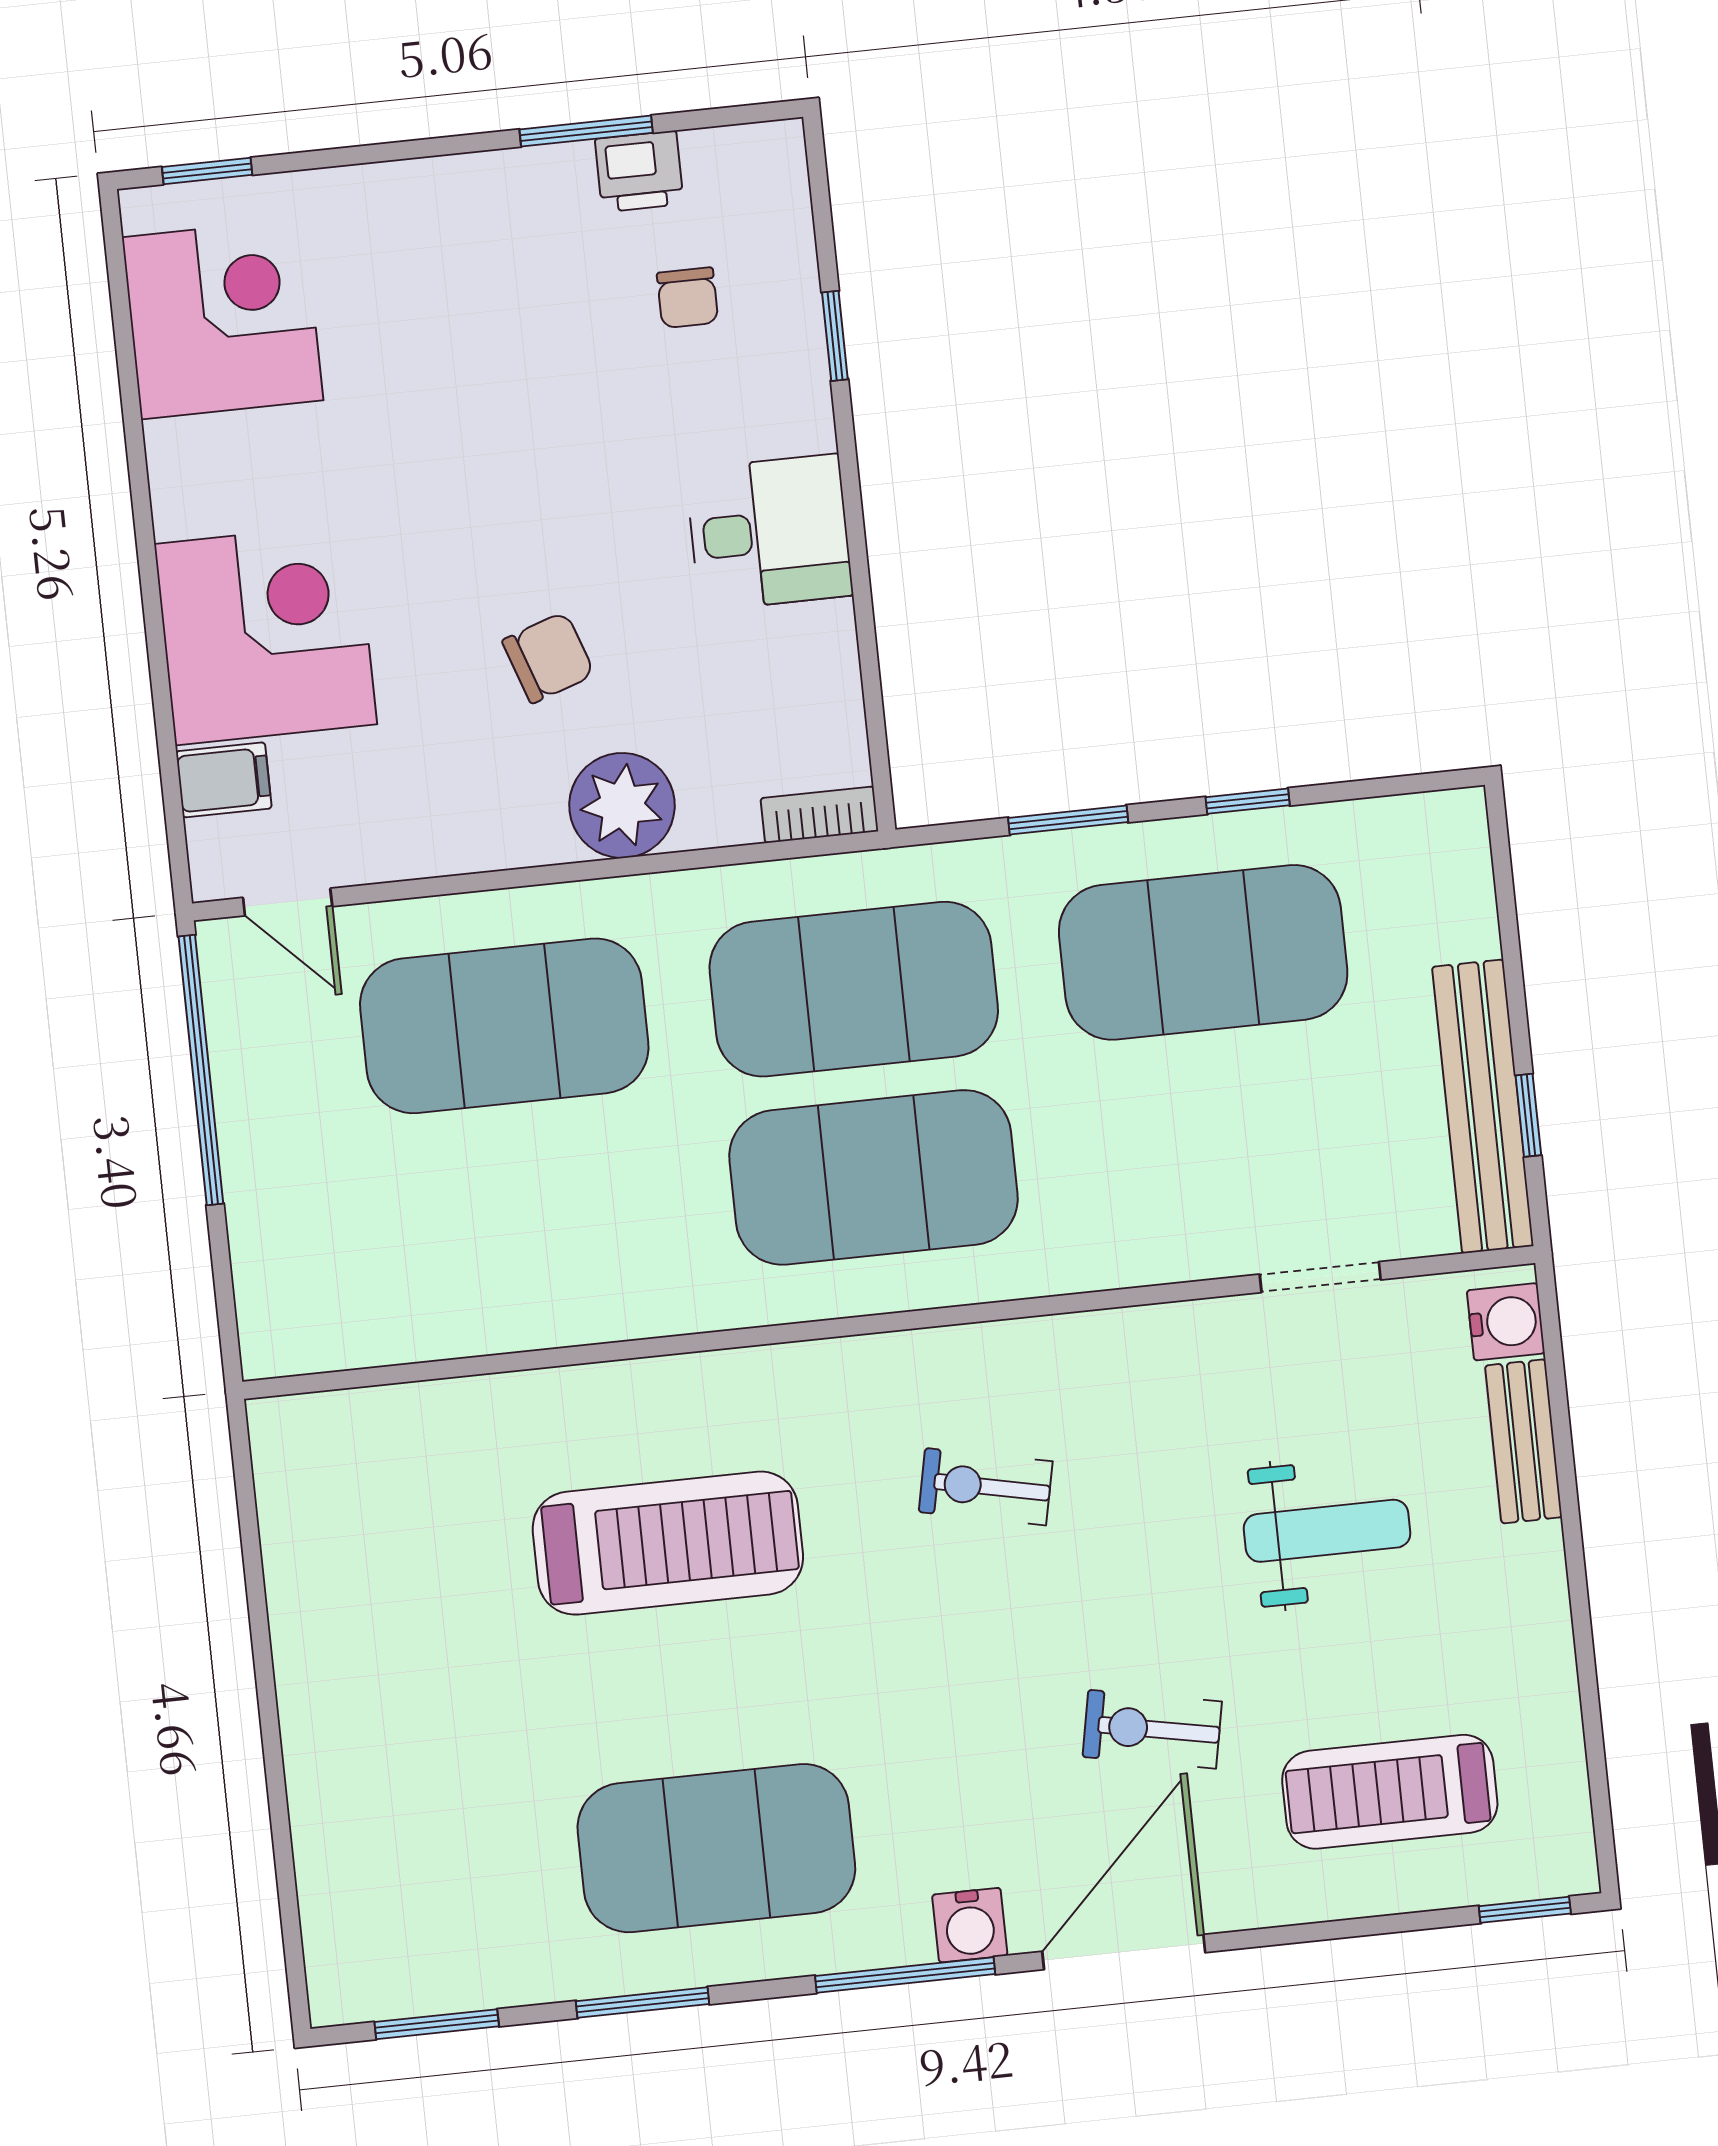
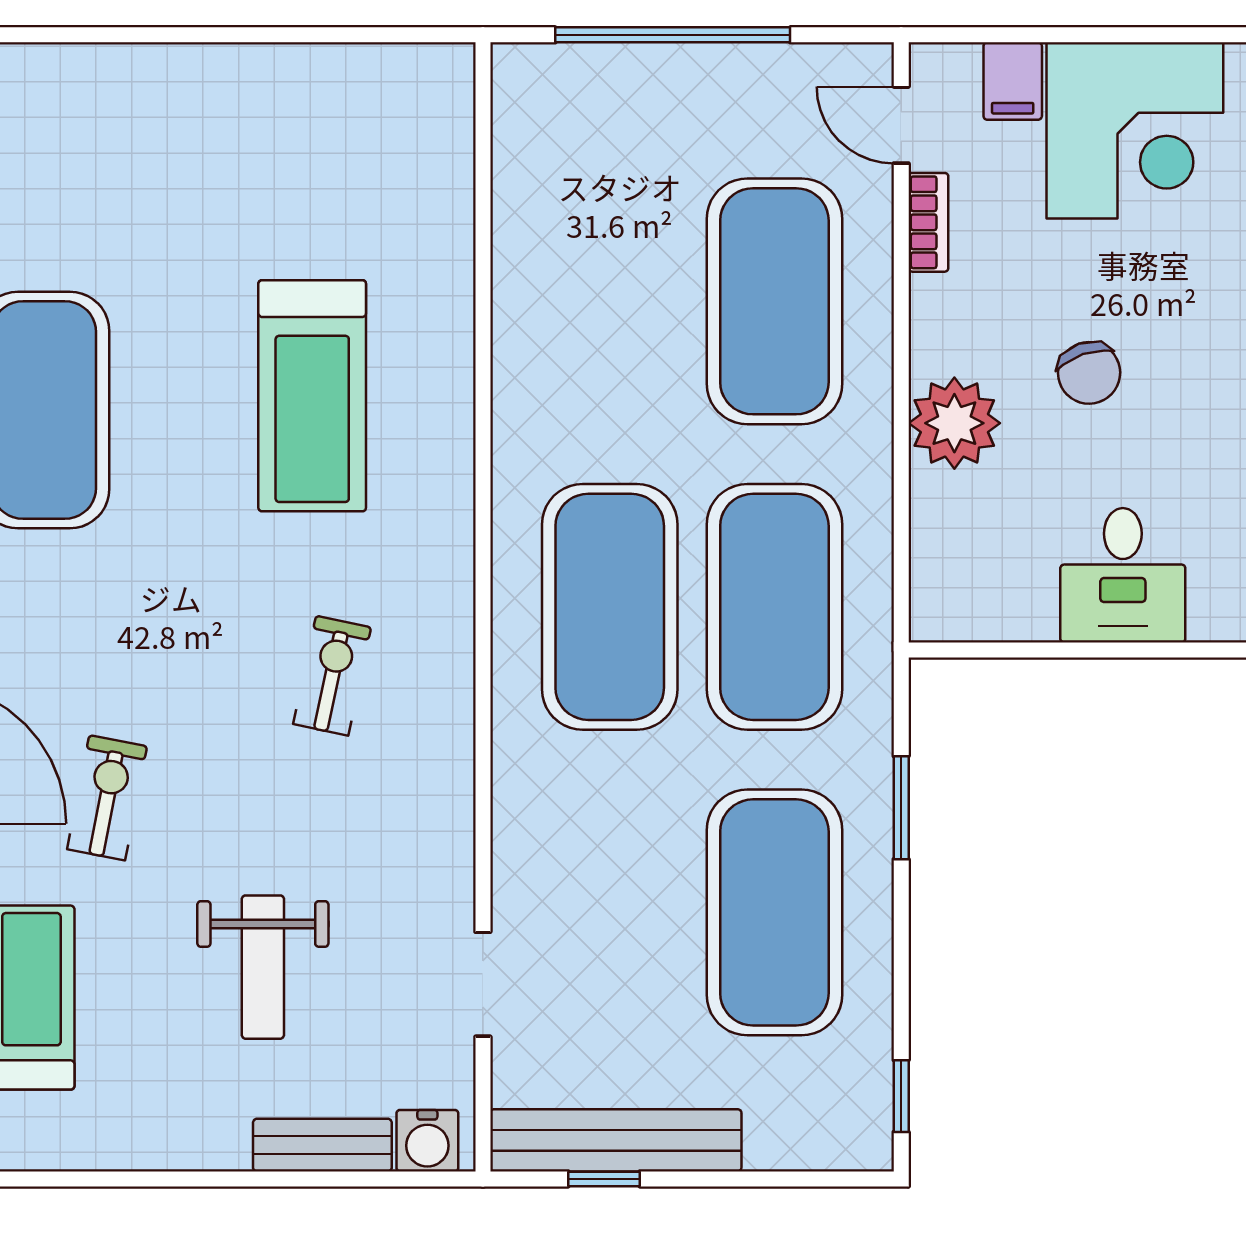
desk: (769, 532) -> (1123, 575), moved
window: (1248, 801) -> (901, 1096), moved
bookcase: (819, 815) -> (928, 222), moved
door: (288, 902) -> (901, 125), hinge flipped
window: (201, 1070) -> (673, 35), moved

